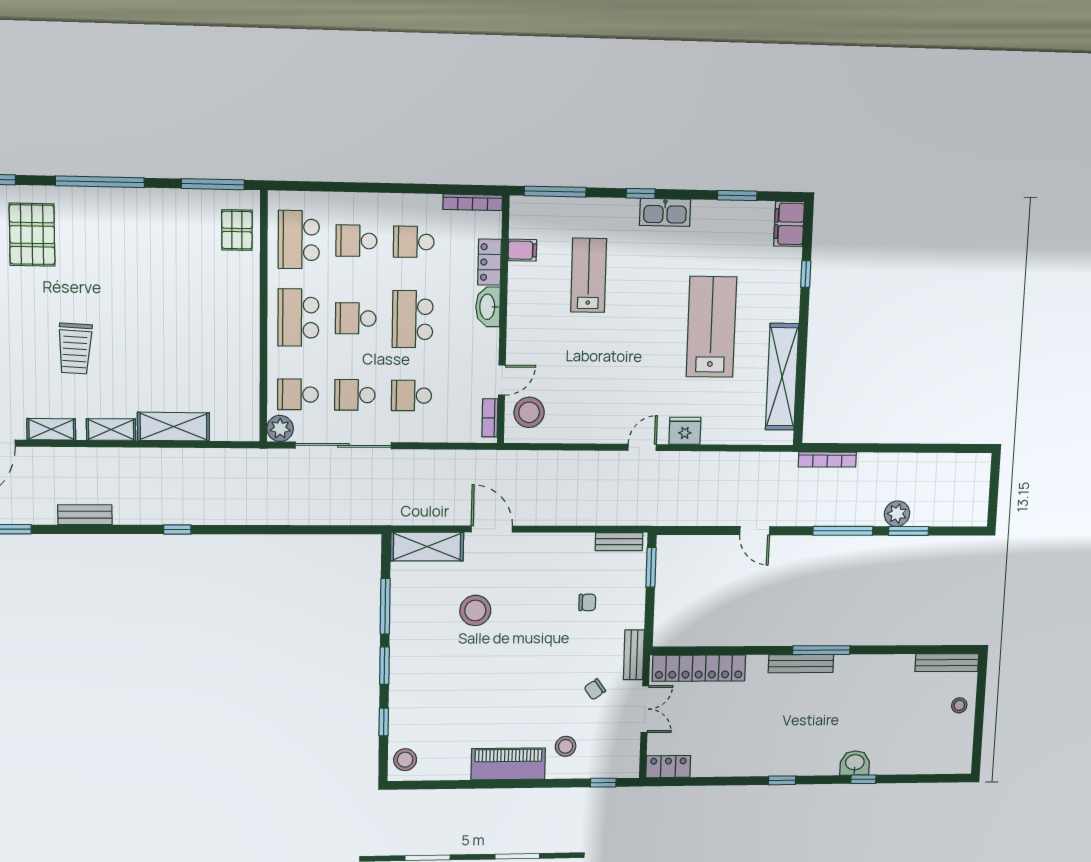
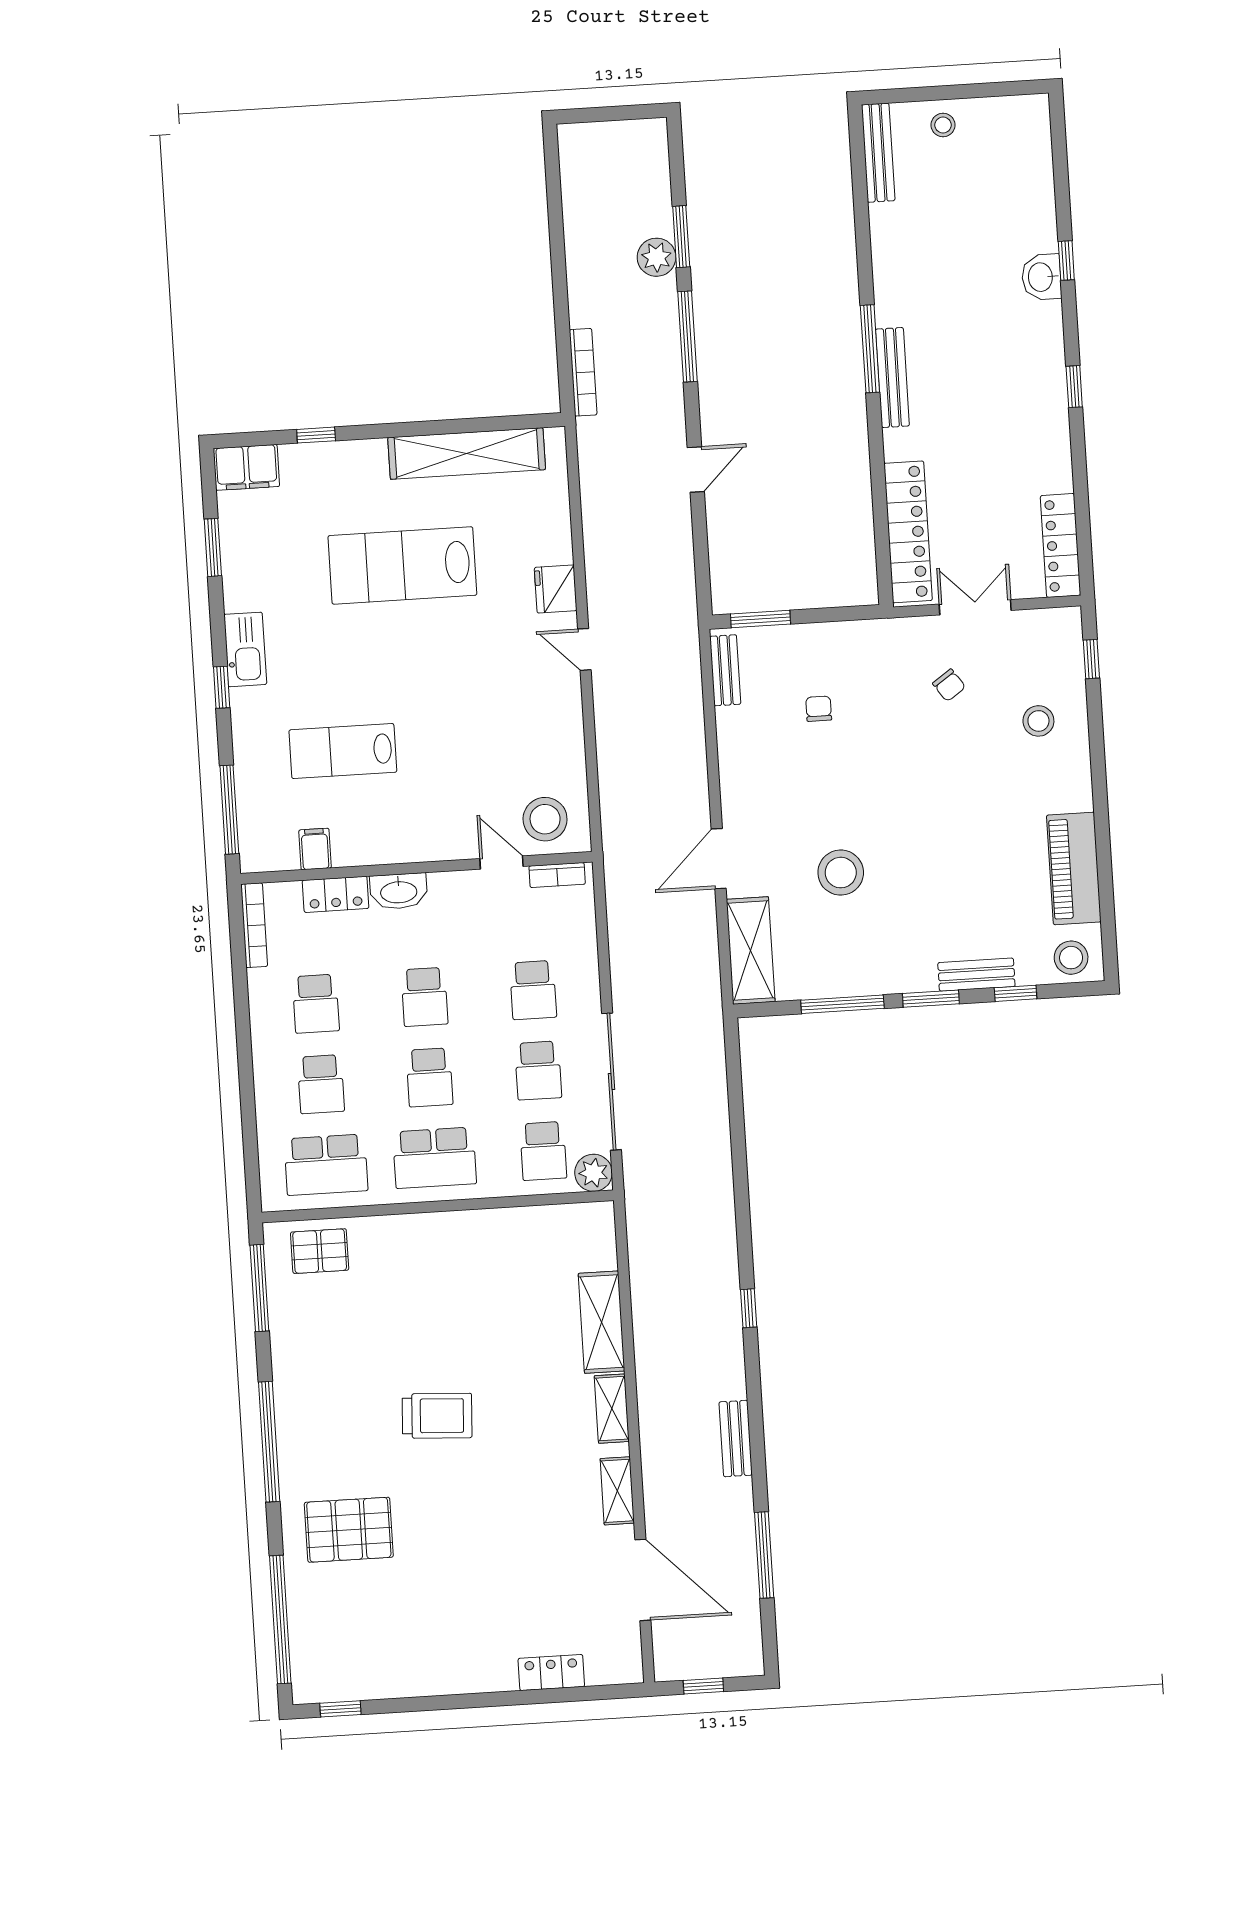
school desk: (413, 319) -> (424, 997), width x0.54
trolley: (75, 349) -> (437, 1416), moved
bench: (634, 655) -> (976, 975), moved
piano: (508, 764) -> (1074, 868), moved
locker: (668, 767) -> (1061, 545), width x1.53

